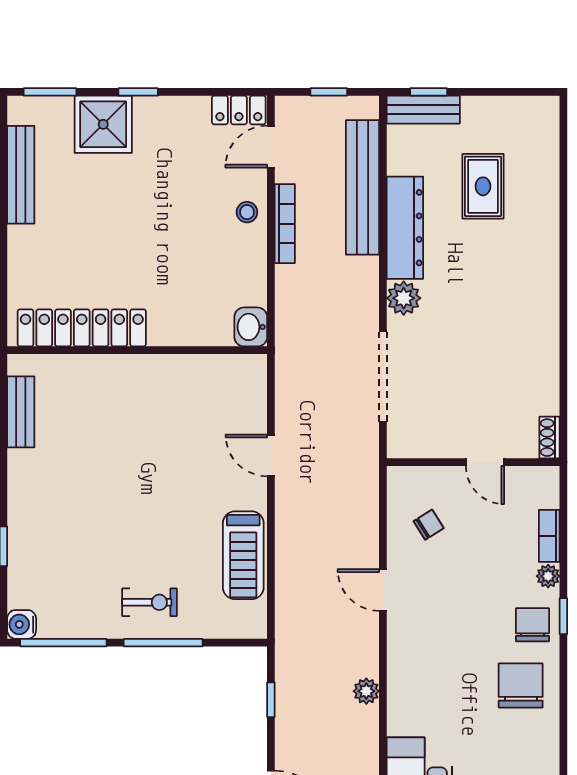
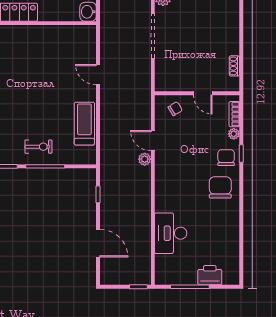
wall: (473, 462) -> (197, 93), moved
door: (485, 462) -> (203, 93), moved
treadmill: (243, 555) -> (84, 124), turned 180
plant: (366, 691) -> (145, 159), moved

